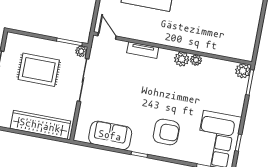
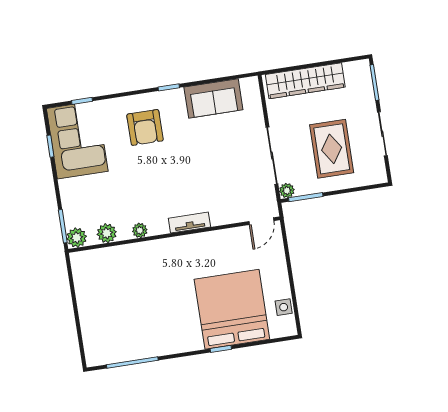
door: (107, 36) -> (261, 221), hinge flipped
tv unit: (143, 50) -> (189, 223), moved
plant: (182, 59) -> (107, 233), moved
rug: (39, 70) -> (332, 149), turned 90
armchair: (166, 132) -> (145, 127), turned -90

